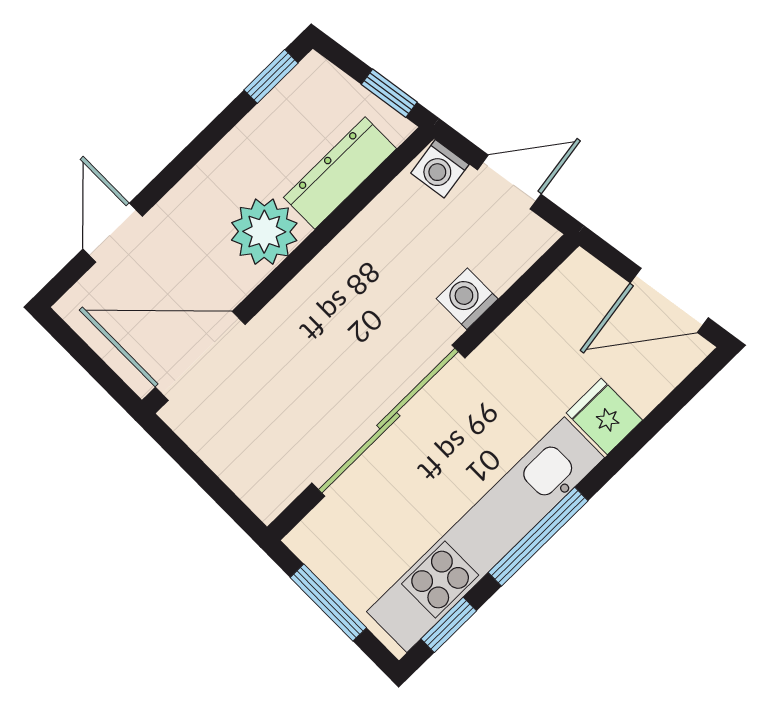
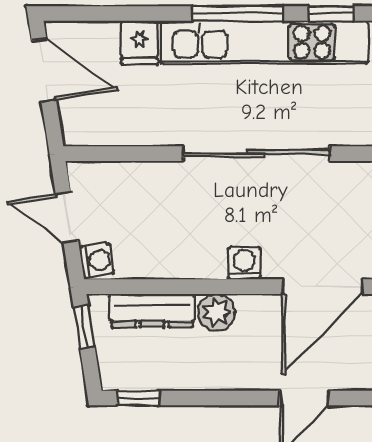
plant: (264, 232) -> (216, 312), width x0.73, depth x0.73
washing machine: (467, 299) -> (244, 263), moved, turned 180
door: (200, 356) -> (322, 287), hinge flipped

